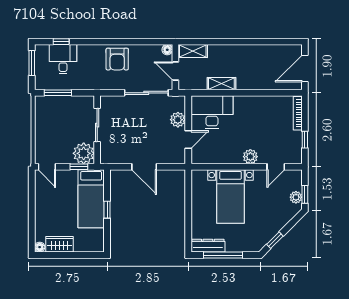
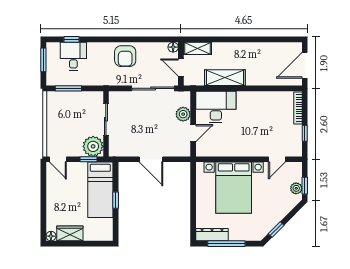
shelving: (221, 84) -> (225, 78), width x1.50, depth x1.33
plant: (250, 157) -> (253, 150), removed
bed with nightstands: (230, 197) -> (234, 188), width x1.36

